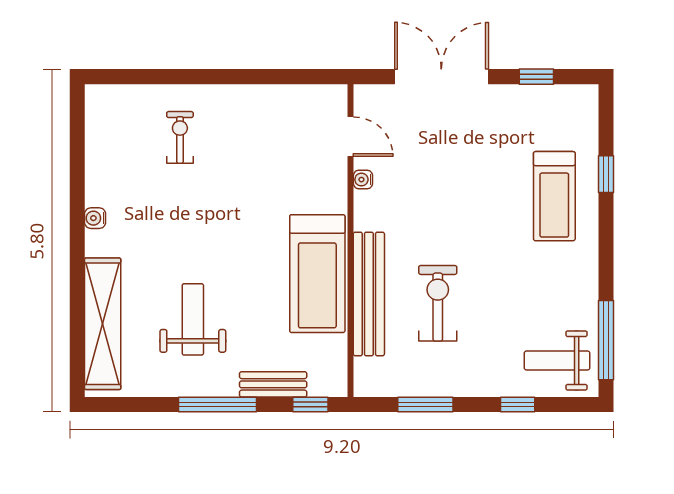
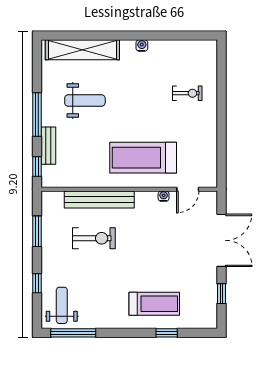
treadmill: (554, 196) -> (154, 304), turned 180
treadmill: (317, 274) -> (143, 158), moved

